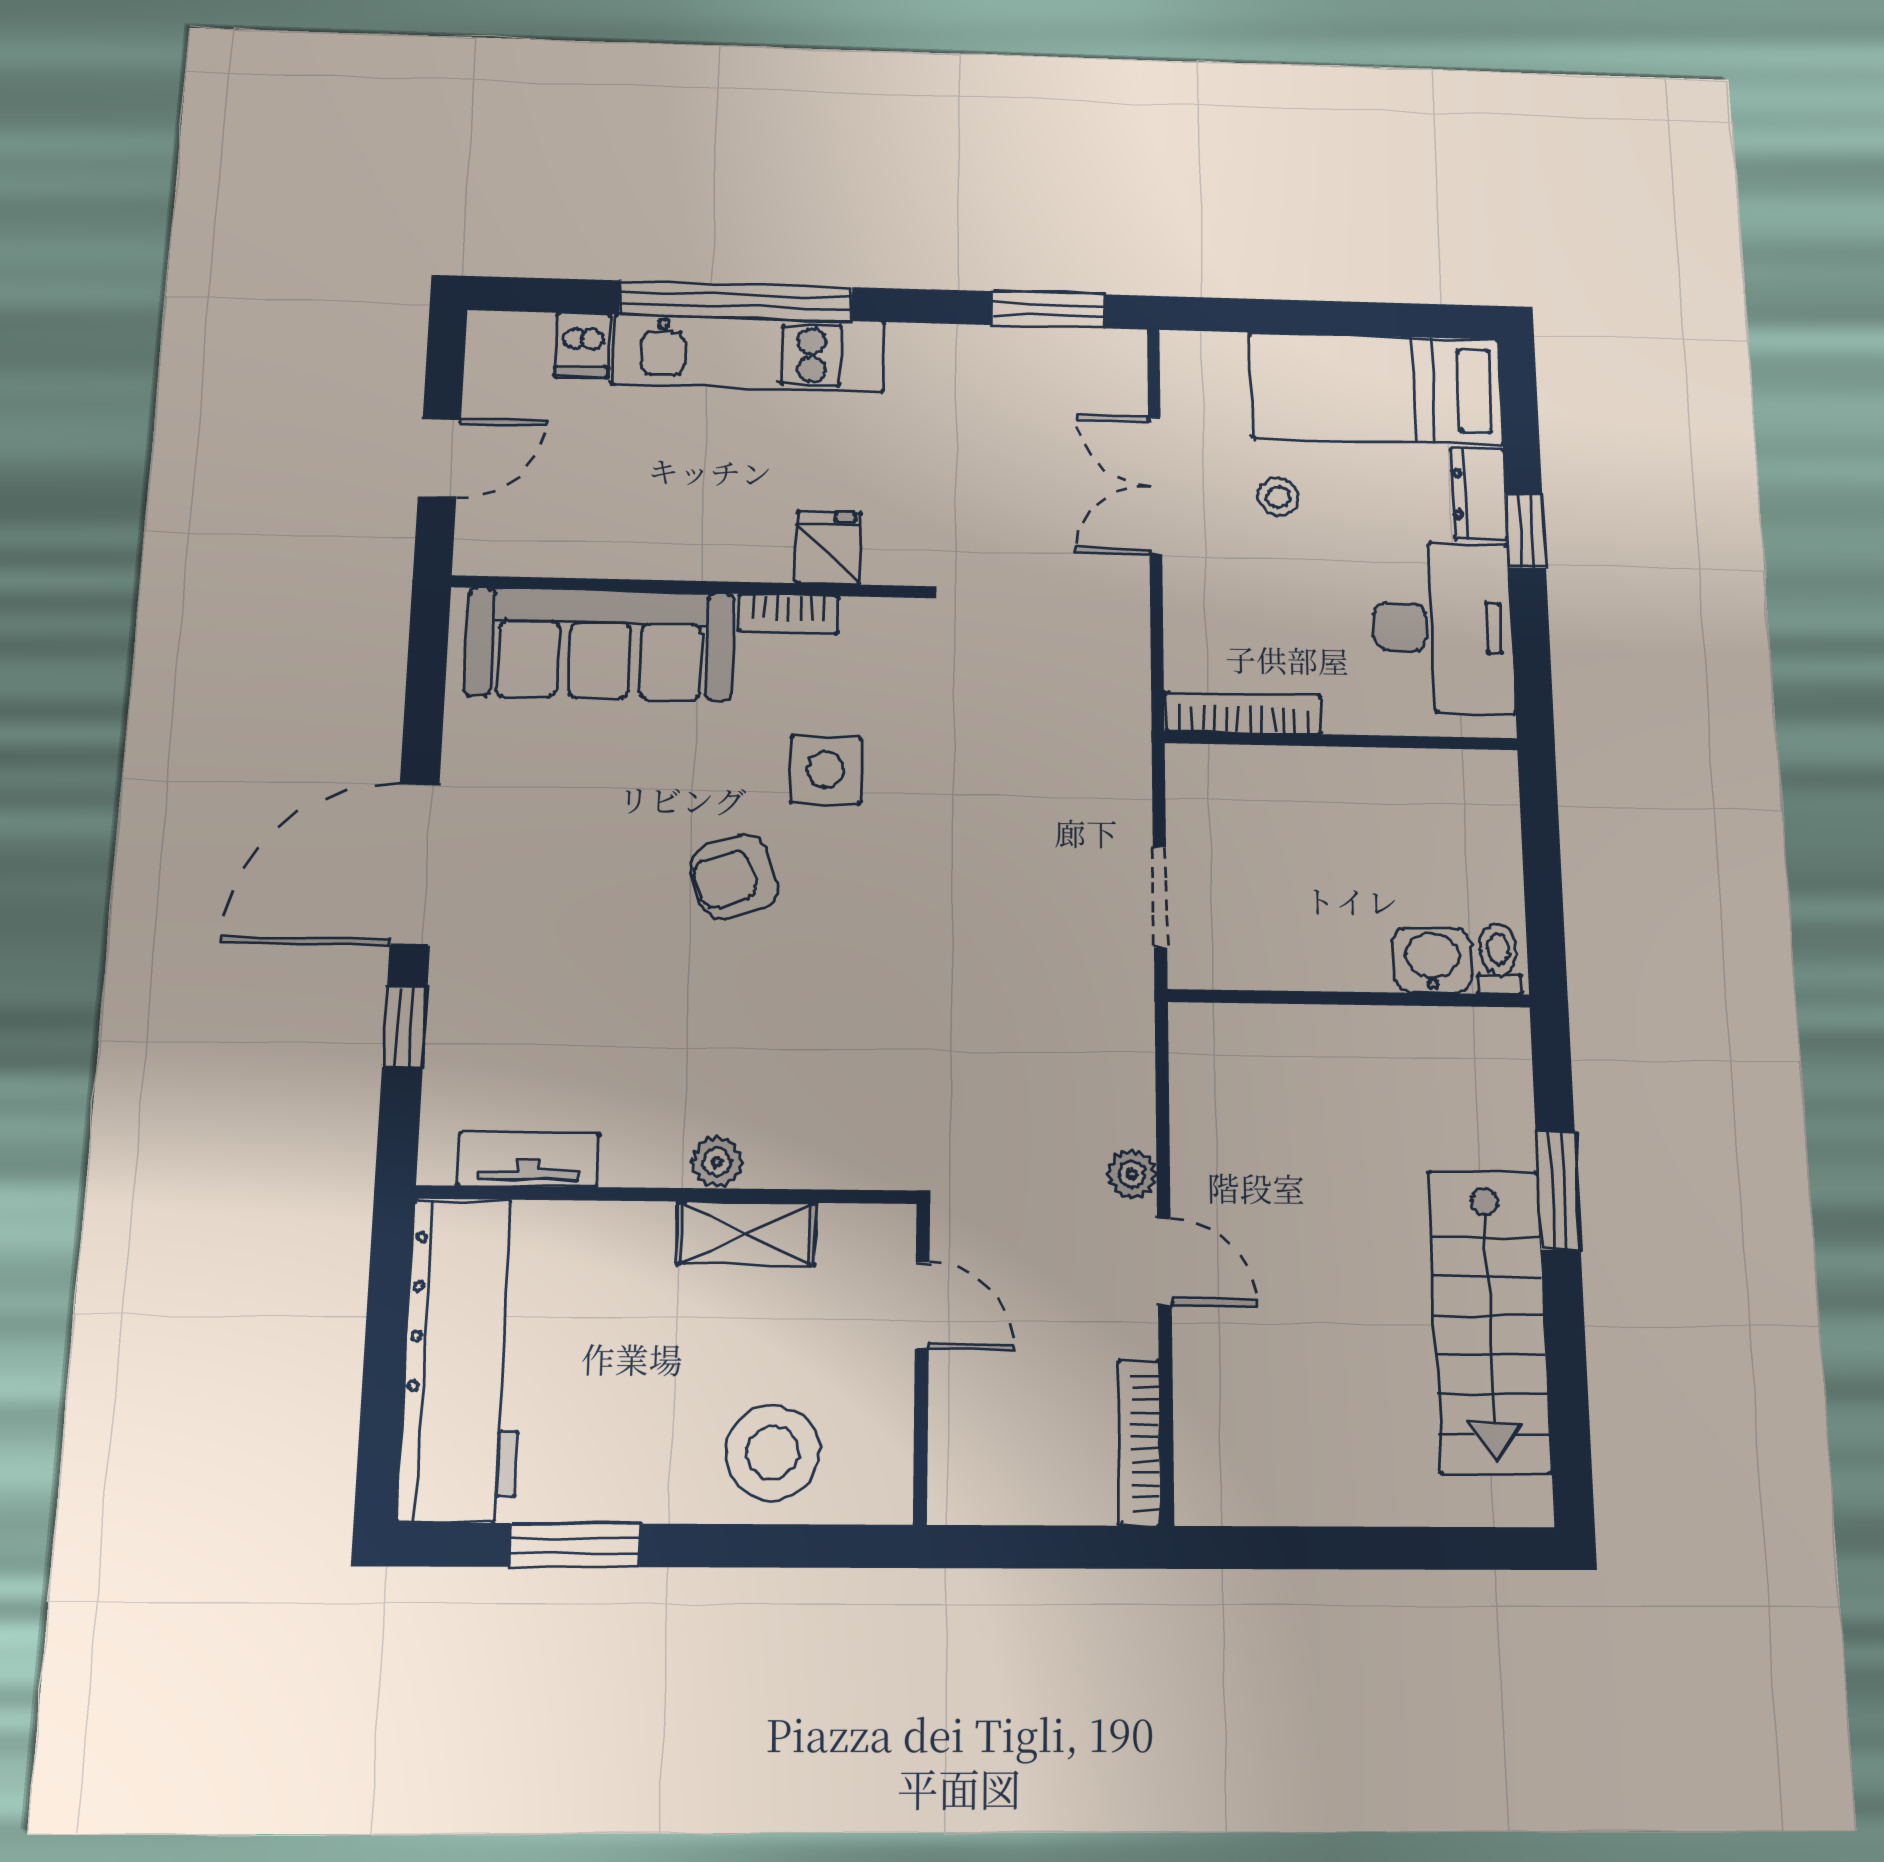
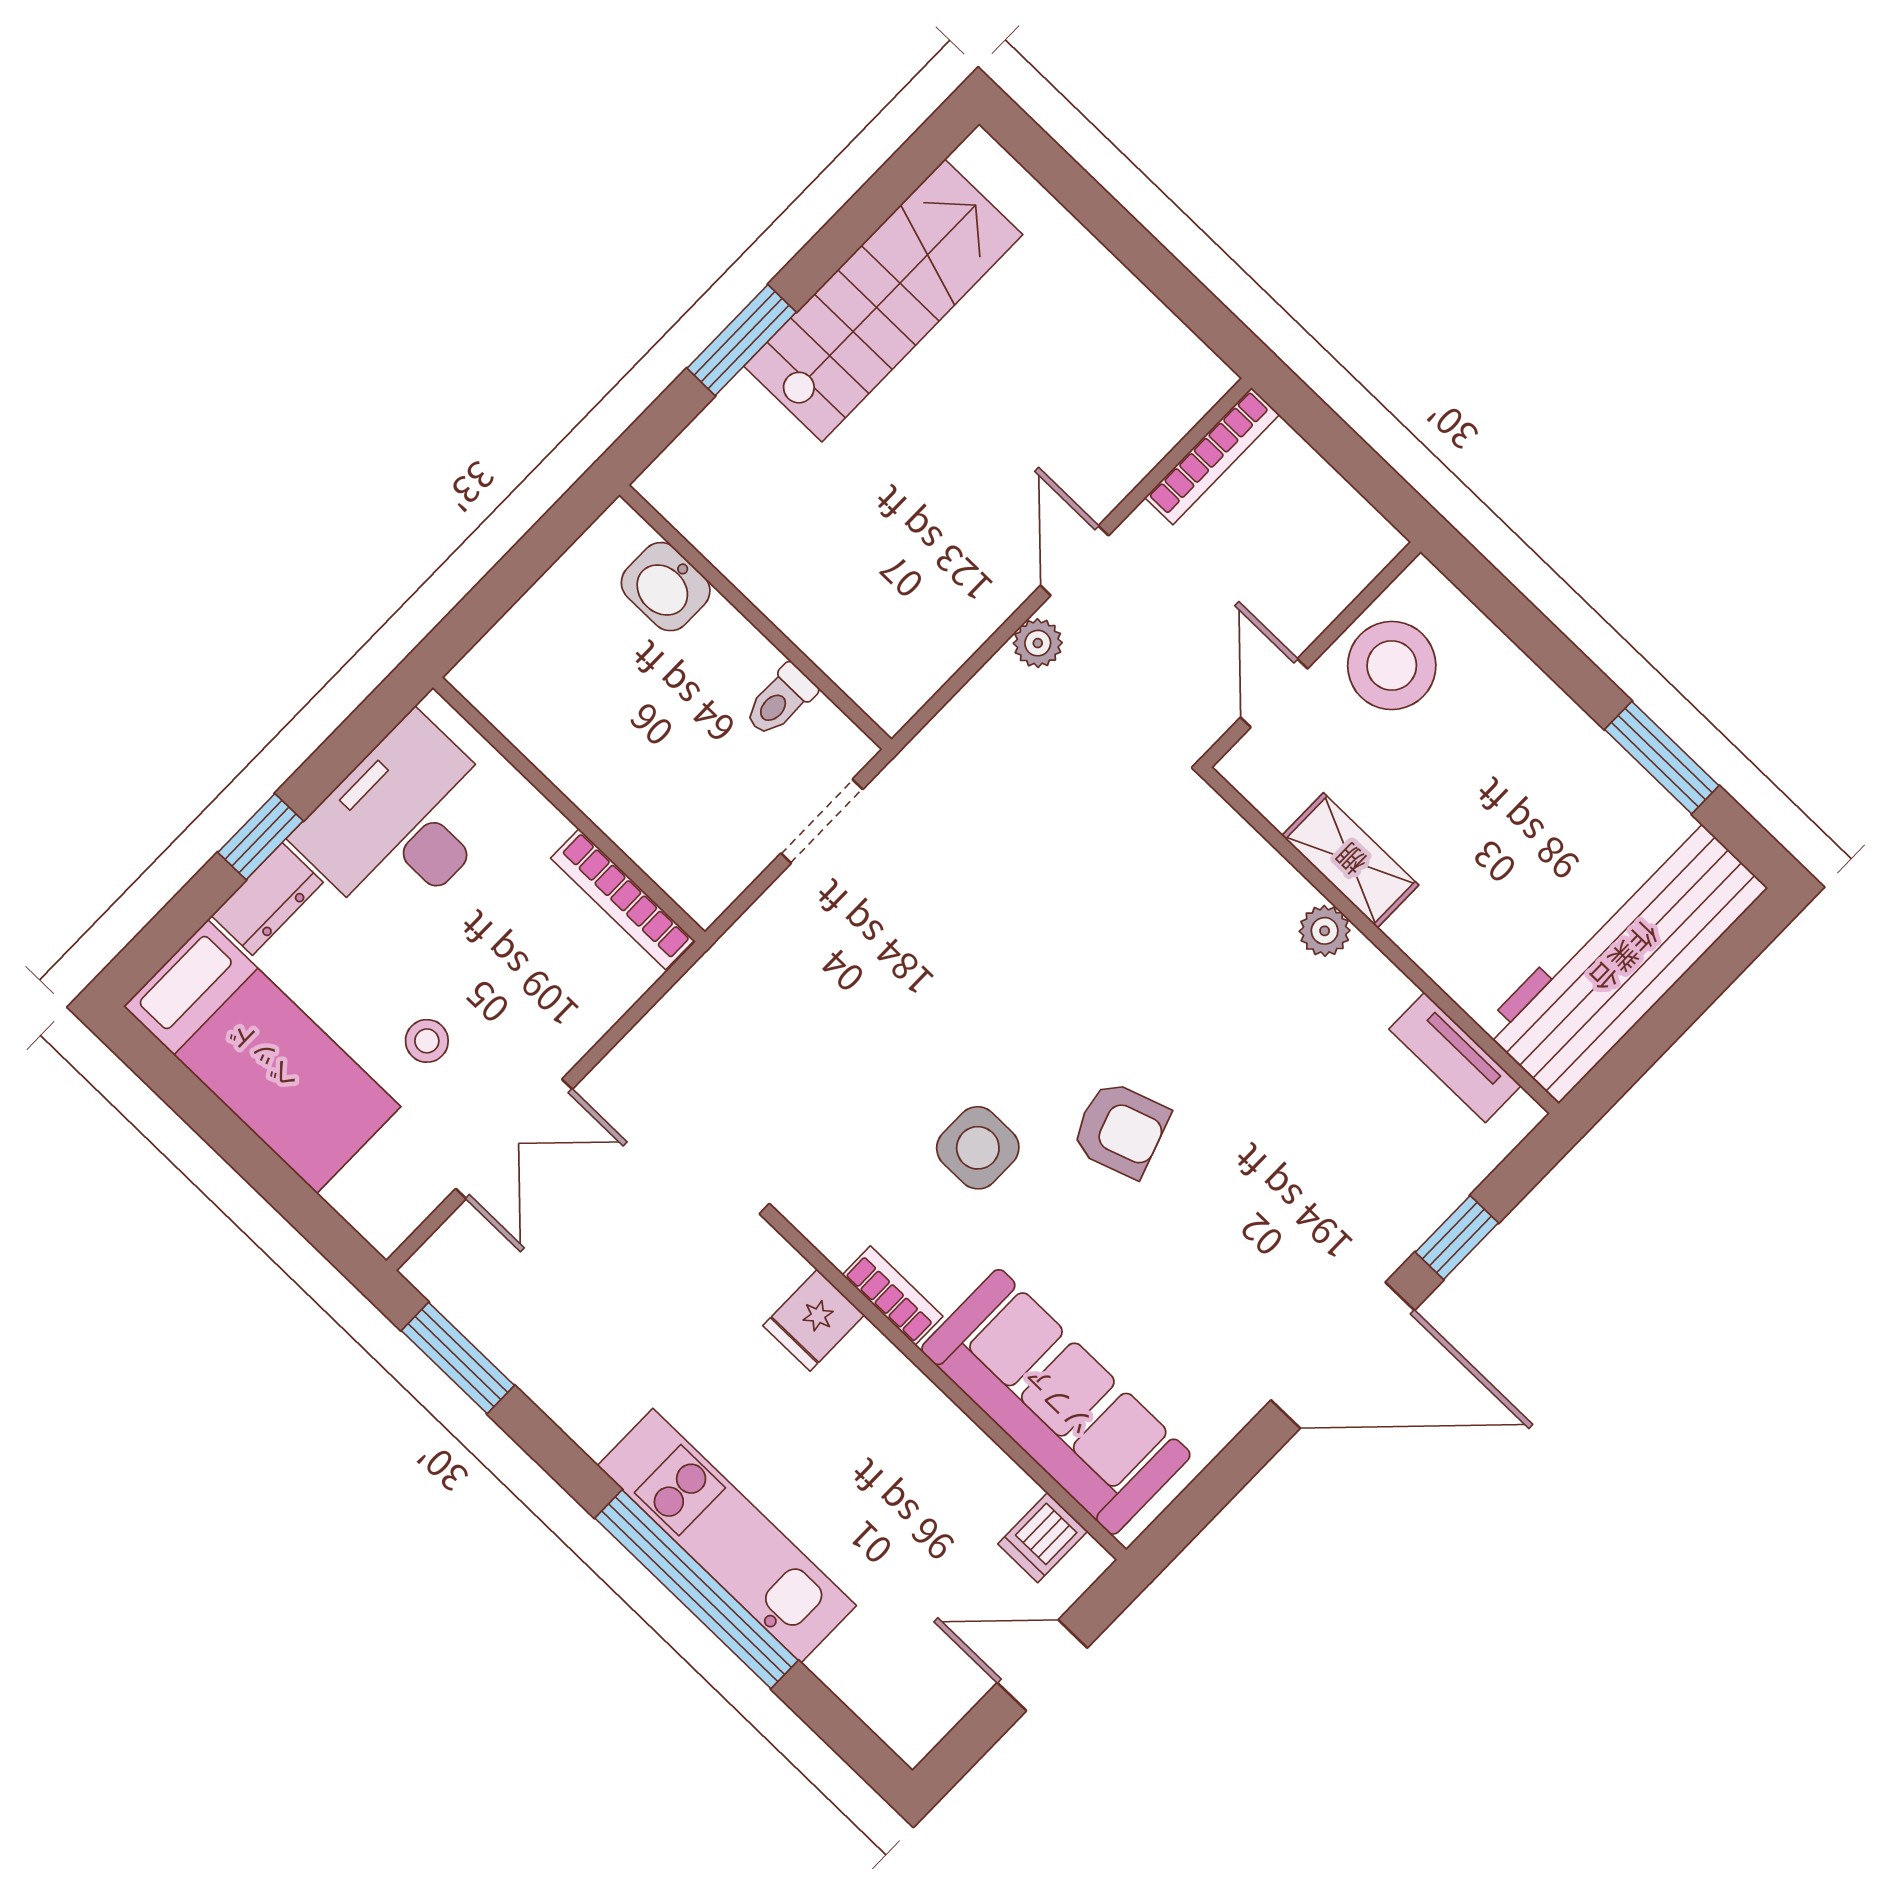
dishwasher: (583, 345) -> (1043, 1538), moved, turned 180
toilet: (1499, 959) -> (780, 700), moved
stool: (773, 1453) -> (1392, 666), moved

